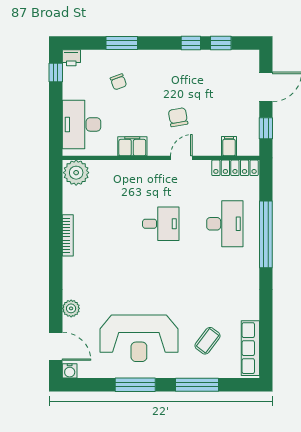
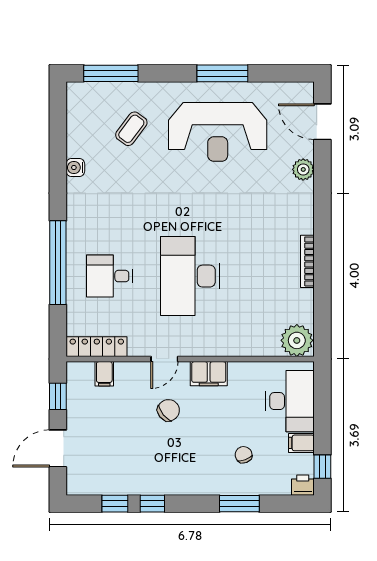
filing cabinet: (72, 91) -> (301, 443), added
chair: (178, 117) -> (168, 410), turned -119
filing cabinet: (132, 146) -> (209, 374), moved
desk: (161, 224) -> (190, 276), width x1.87, depth x1.30
desk: (225, 224) -> (110, 276), width x0.73
reception desk: (139, 338) -> (218, 132), turned 180
row of seats: (250, 348) -> (77, 120), removed
water cooler: (70, 371) -> (75, 168), moved, turned -90
window: (197, 385) -> (111, 73), moved

